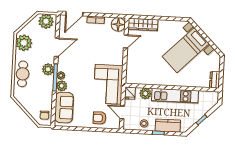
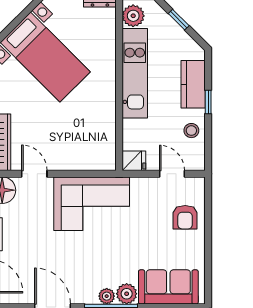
corner sofa: (108, 84) -> (92, 204), moved
plant: (145, 94) -> (133, 16), moved
door: (122, 112) -> (172, 174), swing flipped

